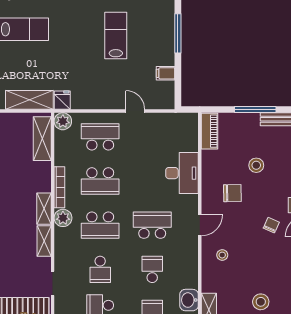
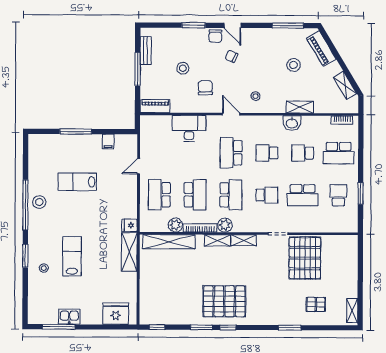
plant: (63, 121) -> (175, 225), moved
shelving: (42, 139) -> (169, 242), width x1.47

